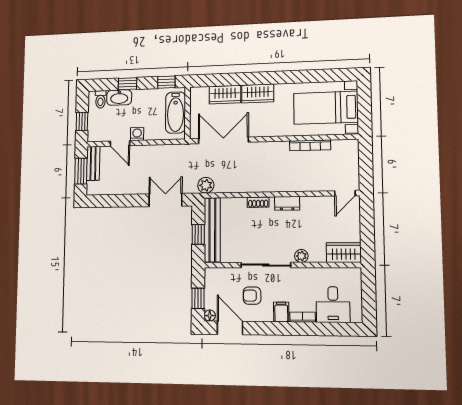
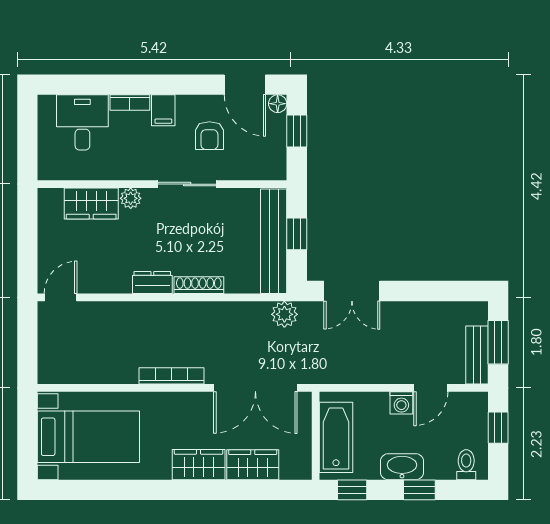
washbasin: (119, 97) -> (402, 467), moved
door: (120, 143) -> (431, 388), swing flipped
bookcase: (310, 145) -> (172, 376), moved
shoe rack: (258, 202) -> (199, 285), width x1.43
wardrobe: (344, 253) -> (91, 203), moved
sliding door: (266, 265) -> (187, 184), width x0.73
armchair: (252, 296) -> (209, 136), turned 90

